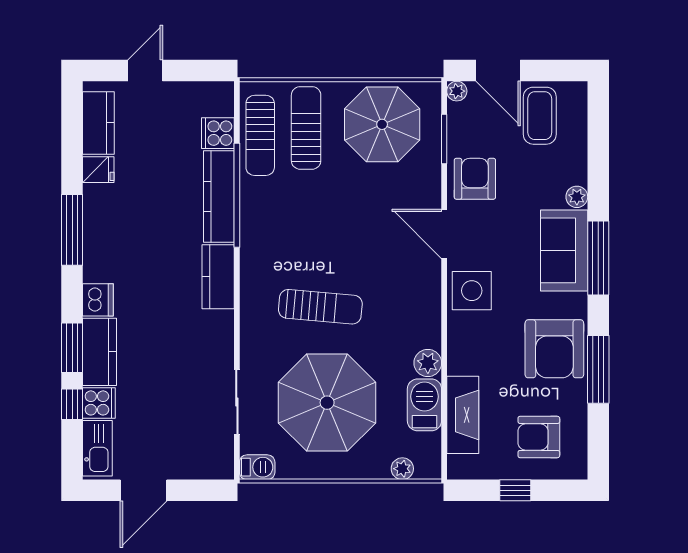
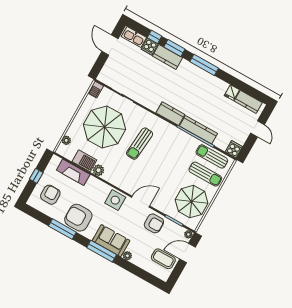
cooker: (218, 133) -> (234, 149), moved
window: (72, 230) -> (204, 65), moved
dishwasher: (98, 300) -> (186, 67), removed

